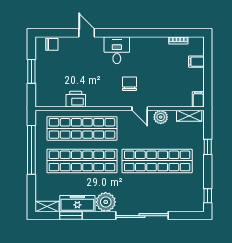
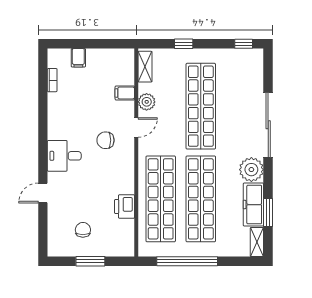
chair: (52, 44) -> (83, 230), moved
filing cabinet: (198, 99) -> (125, 93), moved

